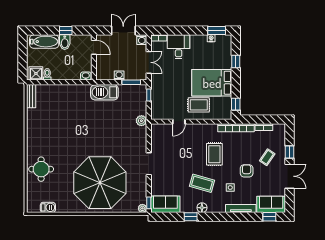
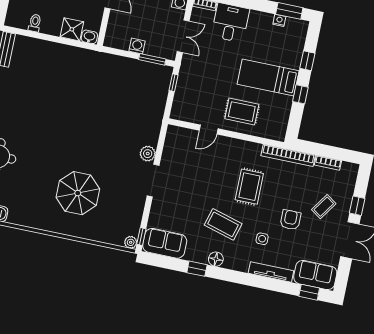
shower: (36, 73) -> (72, 29), moved
bed: (212, 83) -> (268, 77), width x0.67
barbecue: (104, 92) -> (111, 66), removed
window: (236, 104) -> (300, 94), moved
plant: (141, 121) -> (148, 154), moved
parasol: (100, 183) -> (78, 193), width x0.54, depth x0.54

